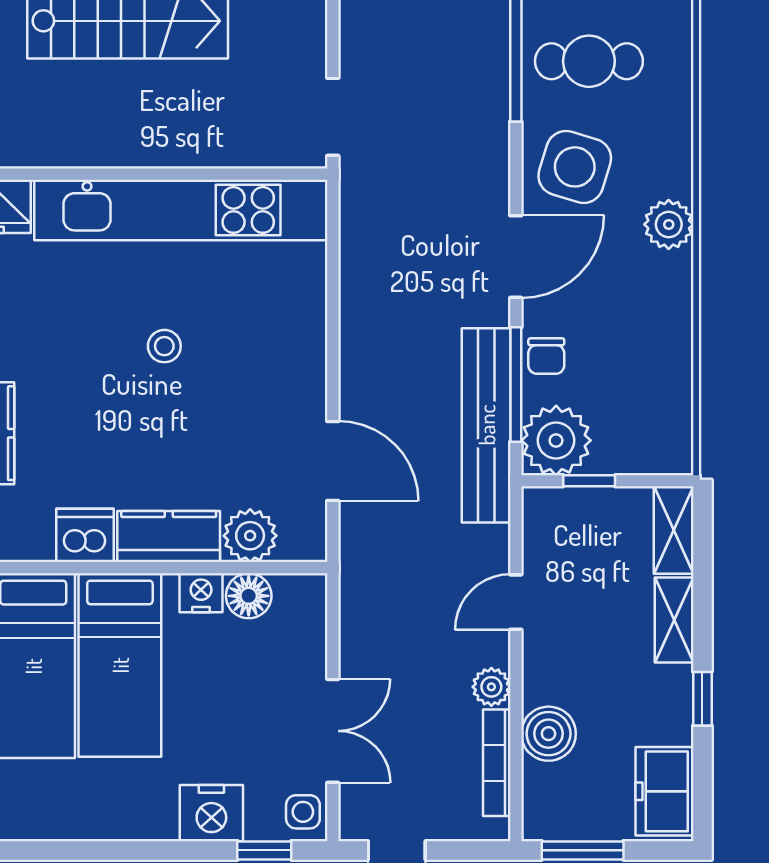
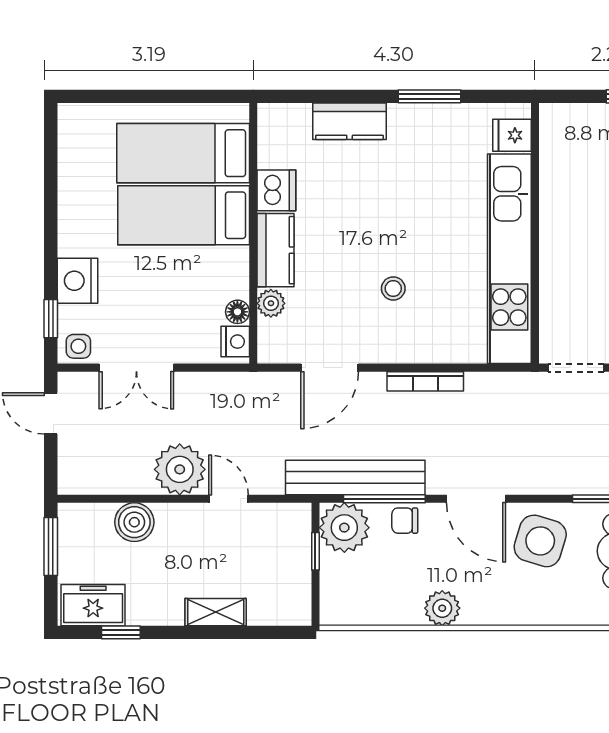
plant: (669, 224) -> (442, 608), moved
stool: (164, 346) -> (393, 288), moved
shelving: (674, 530) -> (280, 612), removed
plant: (250, 536) -> (271, 303), width x0.73, depth x0.73
nightstand: (201, 593) -> (235, 342), moved
floor lamp: (249, 596) -> (237, 312), width x0.73, depth x0.73
plant: (491, 687) -> (180, 469), width x1.87, depth x1.87
window: (702, 699) -> (121, 632), moved
bookcase: (497, 763) -> (425, 381), moved, turned 180

